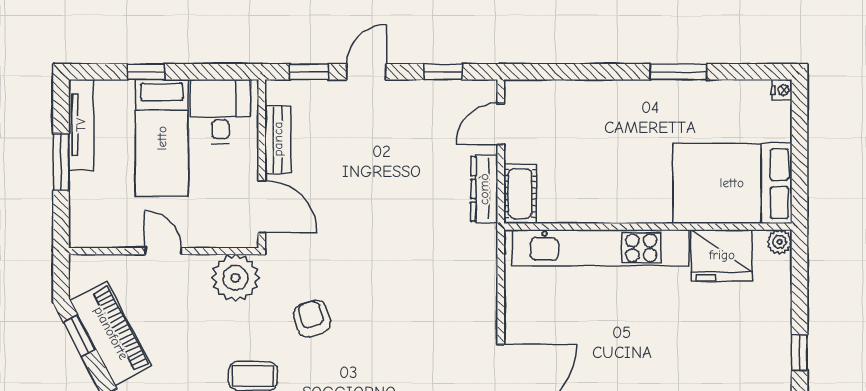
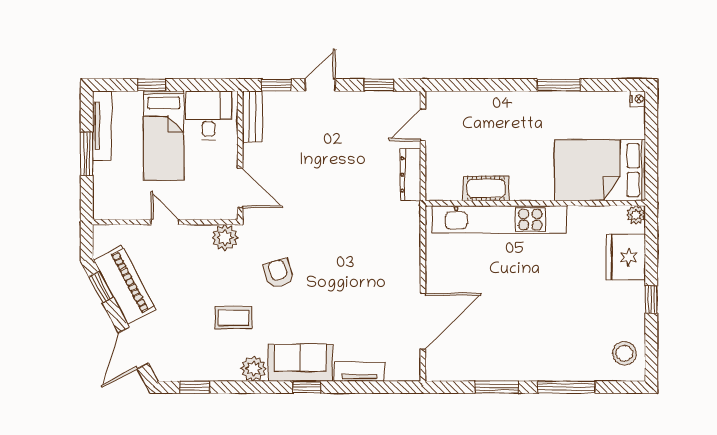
bench: (278, 139) -> (252, 117), moved
cot: (520, 194) -> (486, 188), moved, turned 90
fridge: (722, 255) -> (626, 257), moved, turned 90
plant: (235, 278) -> (225, 238), width x0.73, depth x0.73

